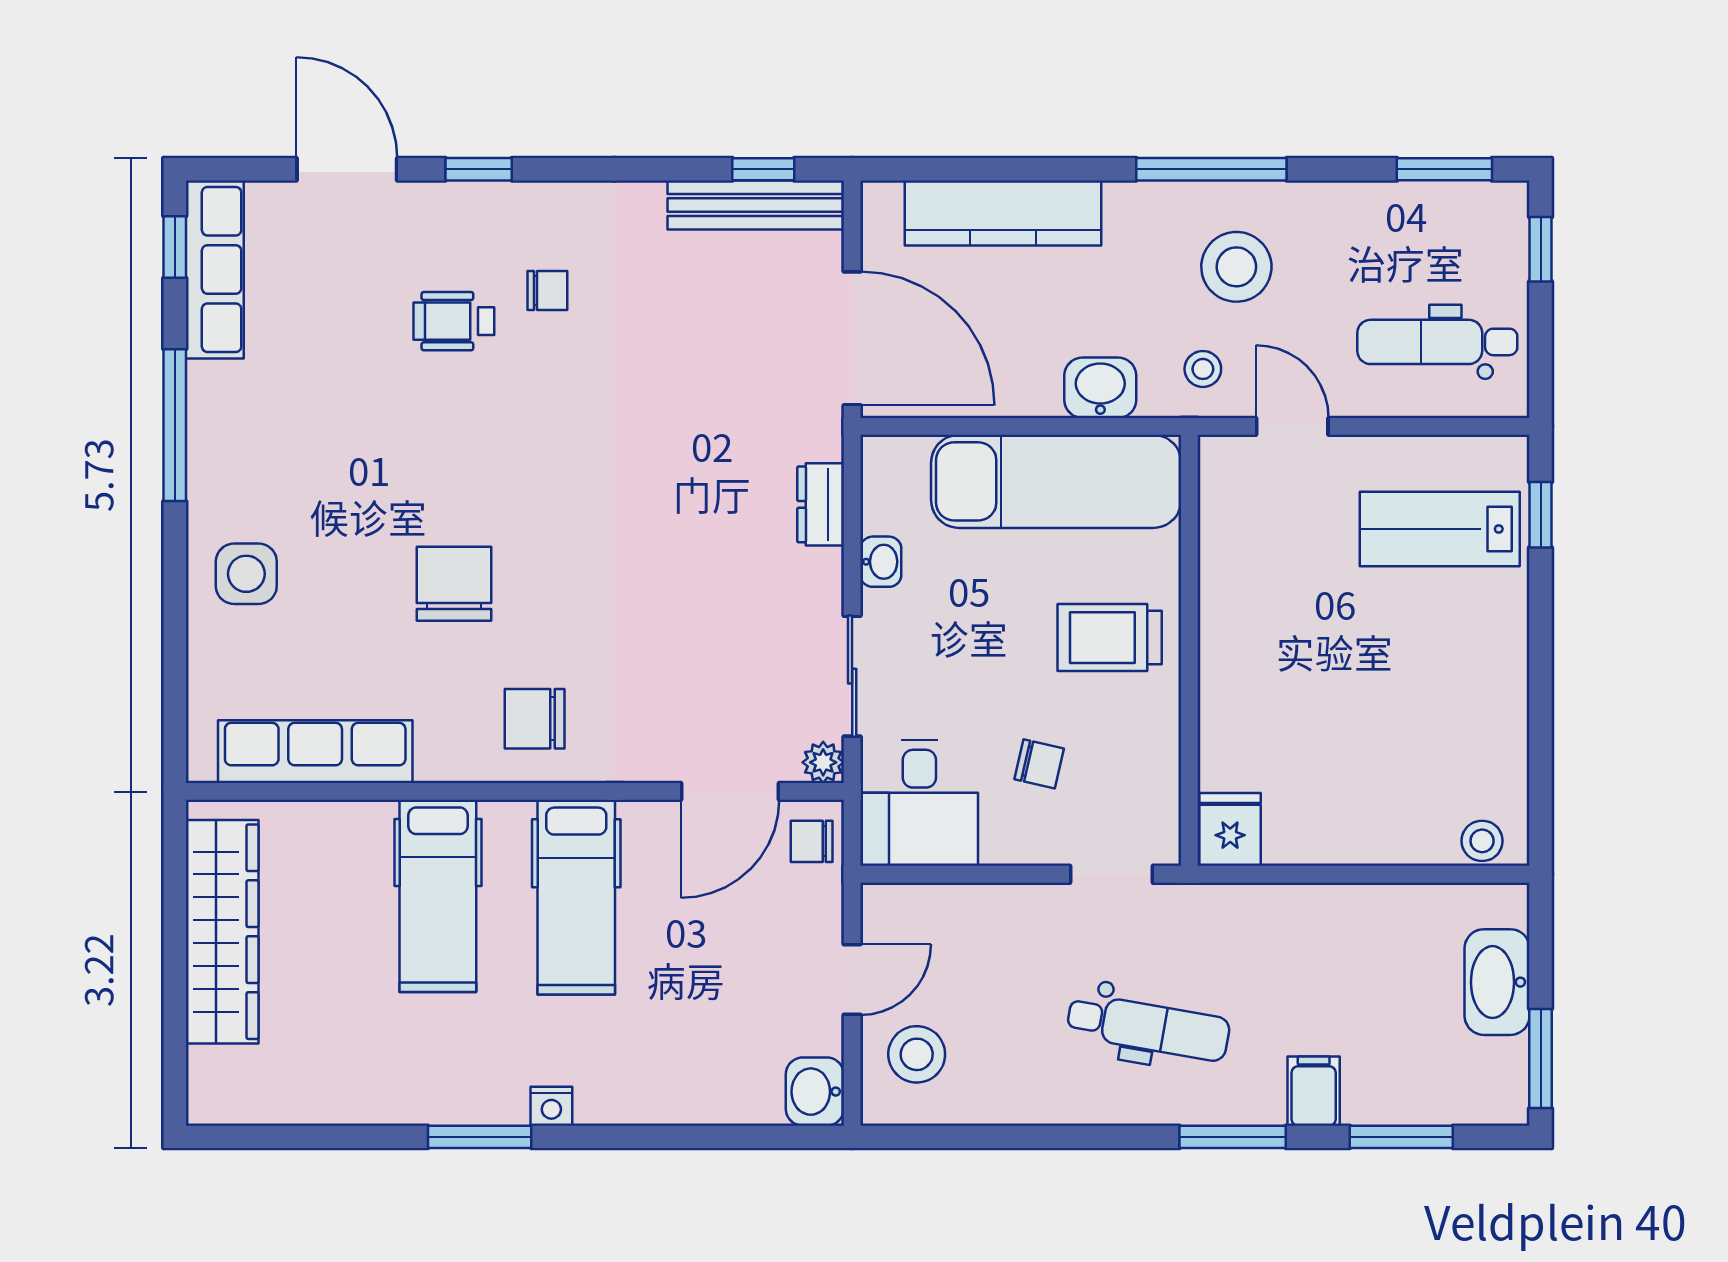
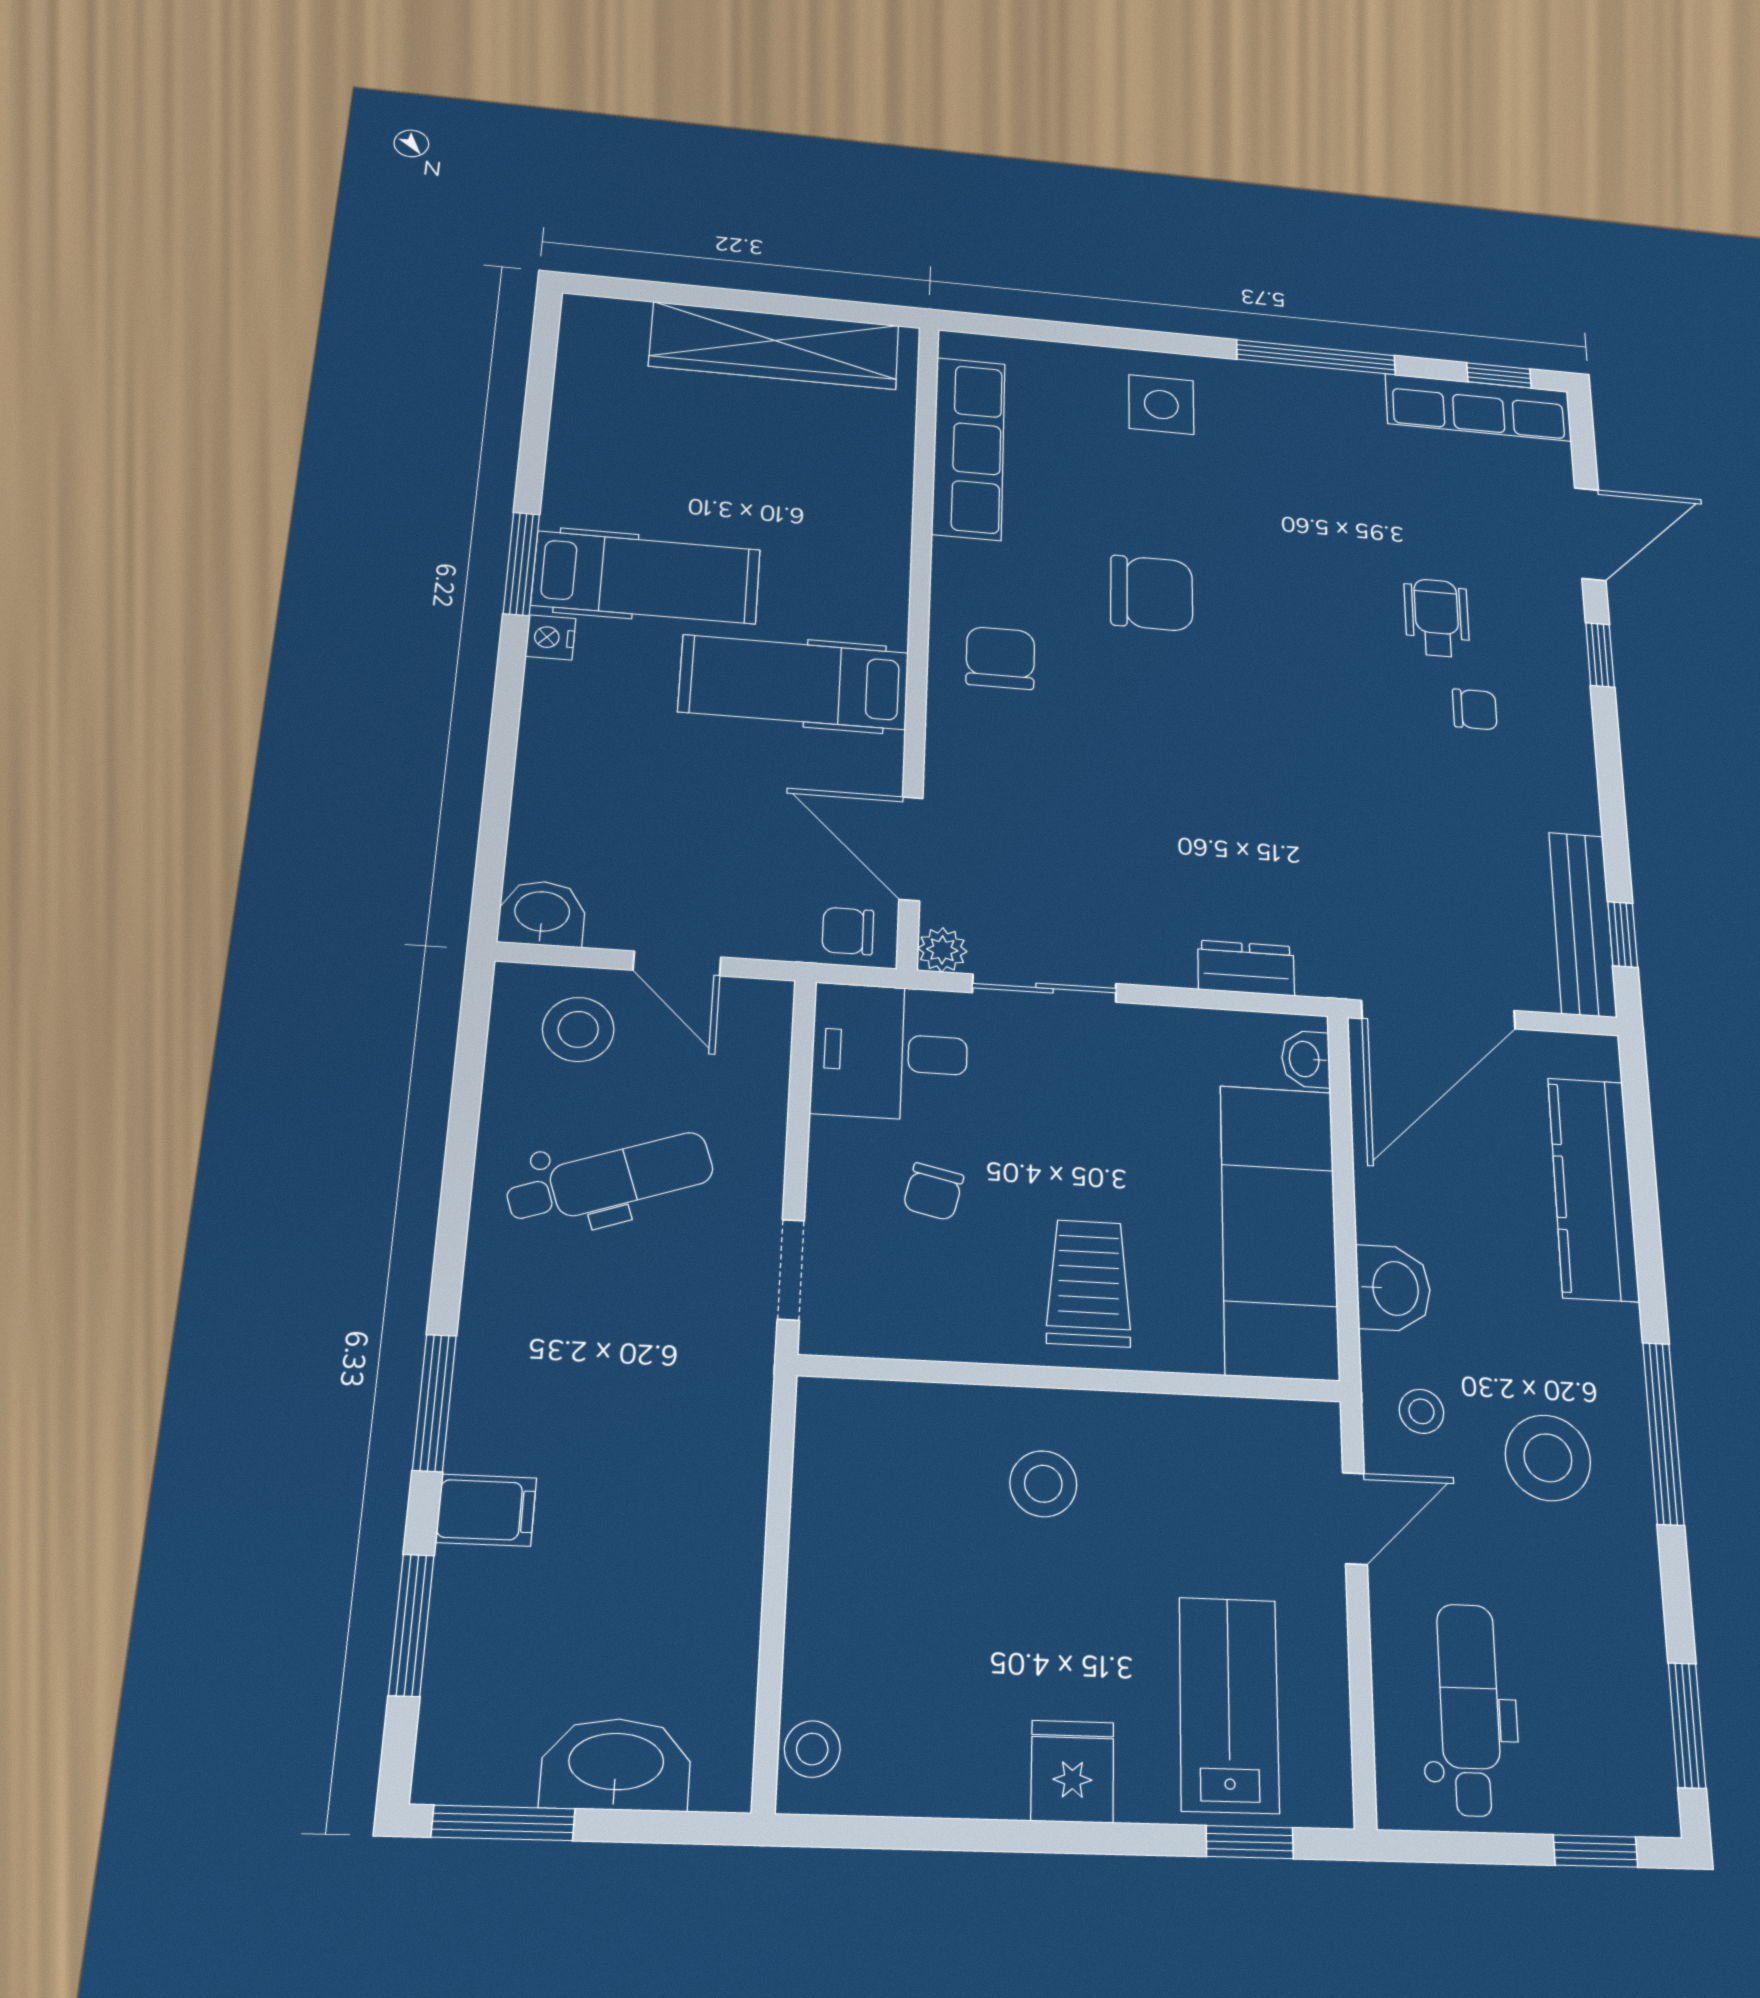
chair: (547, 291) -> (1475, 709), turned -90
washbasin: (881, 562) -> (1306, 1059), moved, turned 90
stool: (1275, 672) -> (1043, 1484), added
fridge: (1230, 829) -> (1072, 1772), moved, turned -90
chair: (812, 841) -> (848, 931), turned -90
hospital bed: (438, 896) -> (646, 577), moved, turned 180
dental chair: (1148, 1027) -> (610, 1179), moved, turned -119

